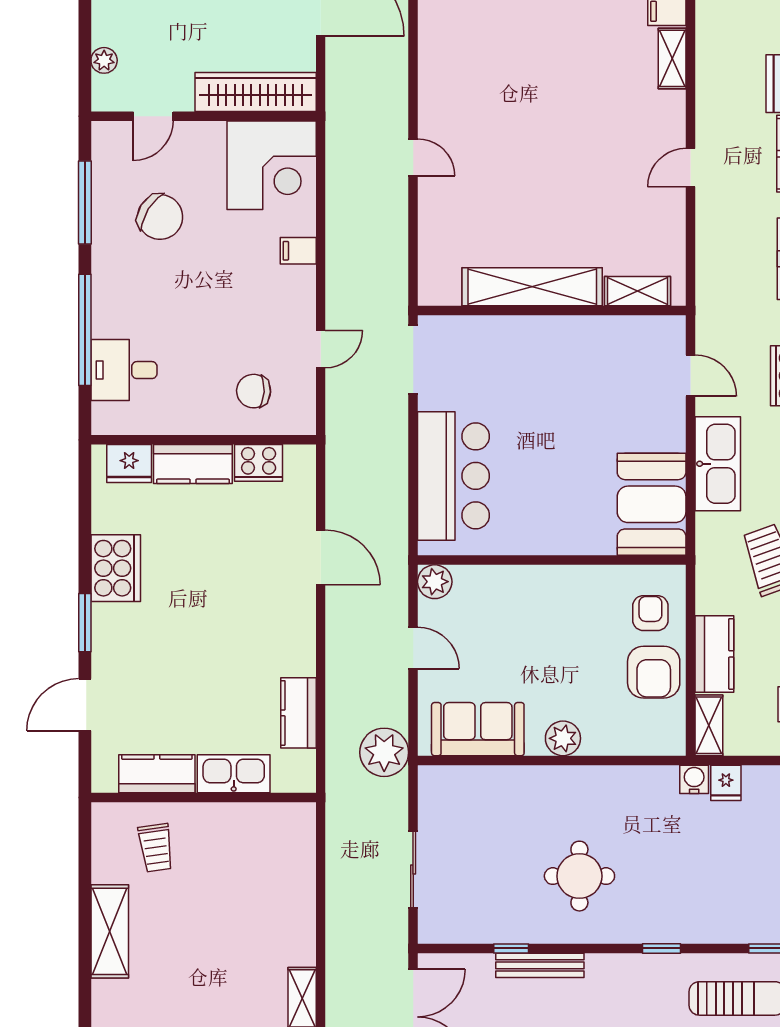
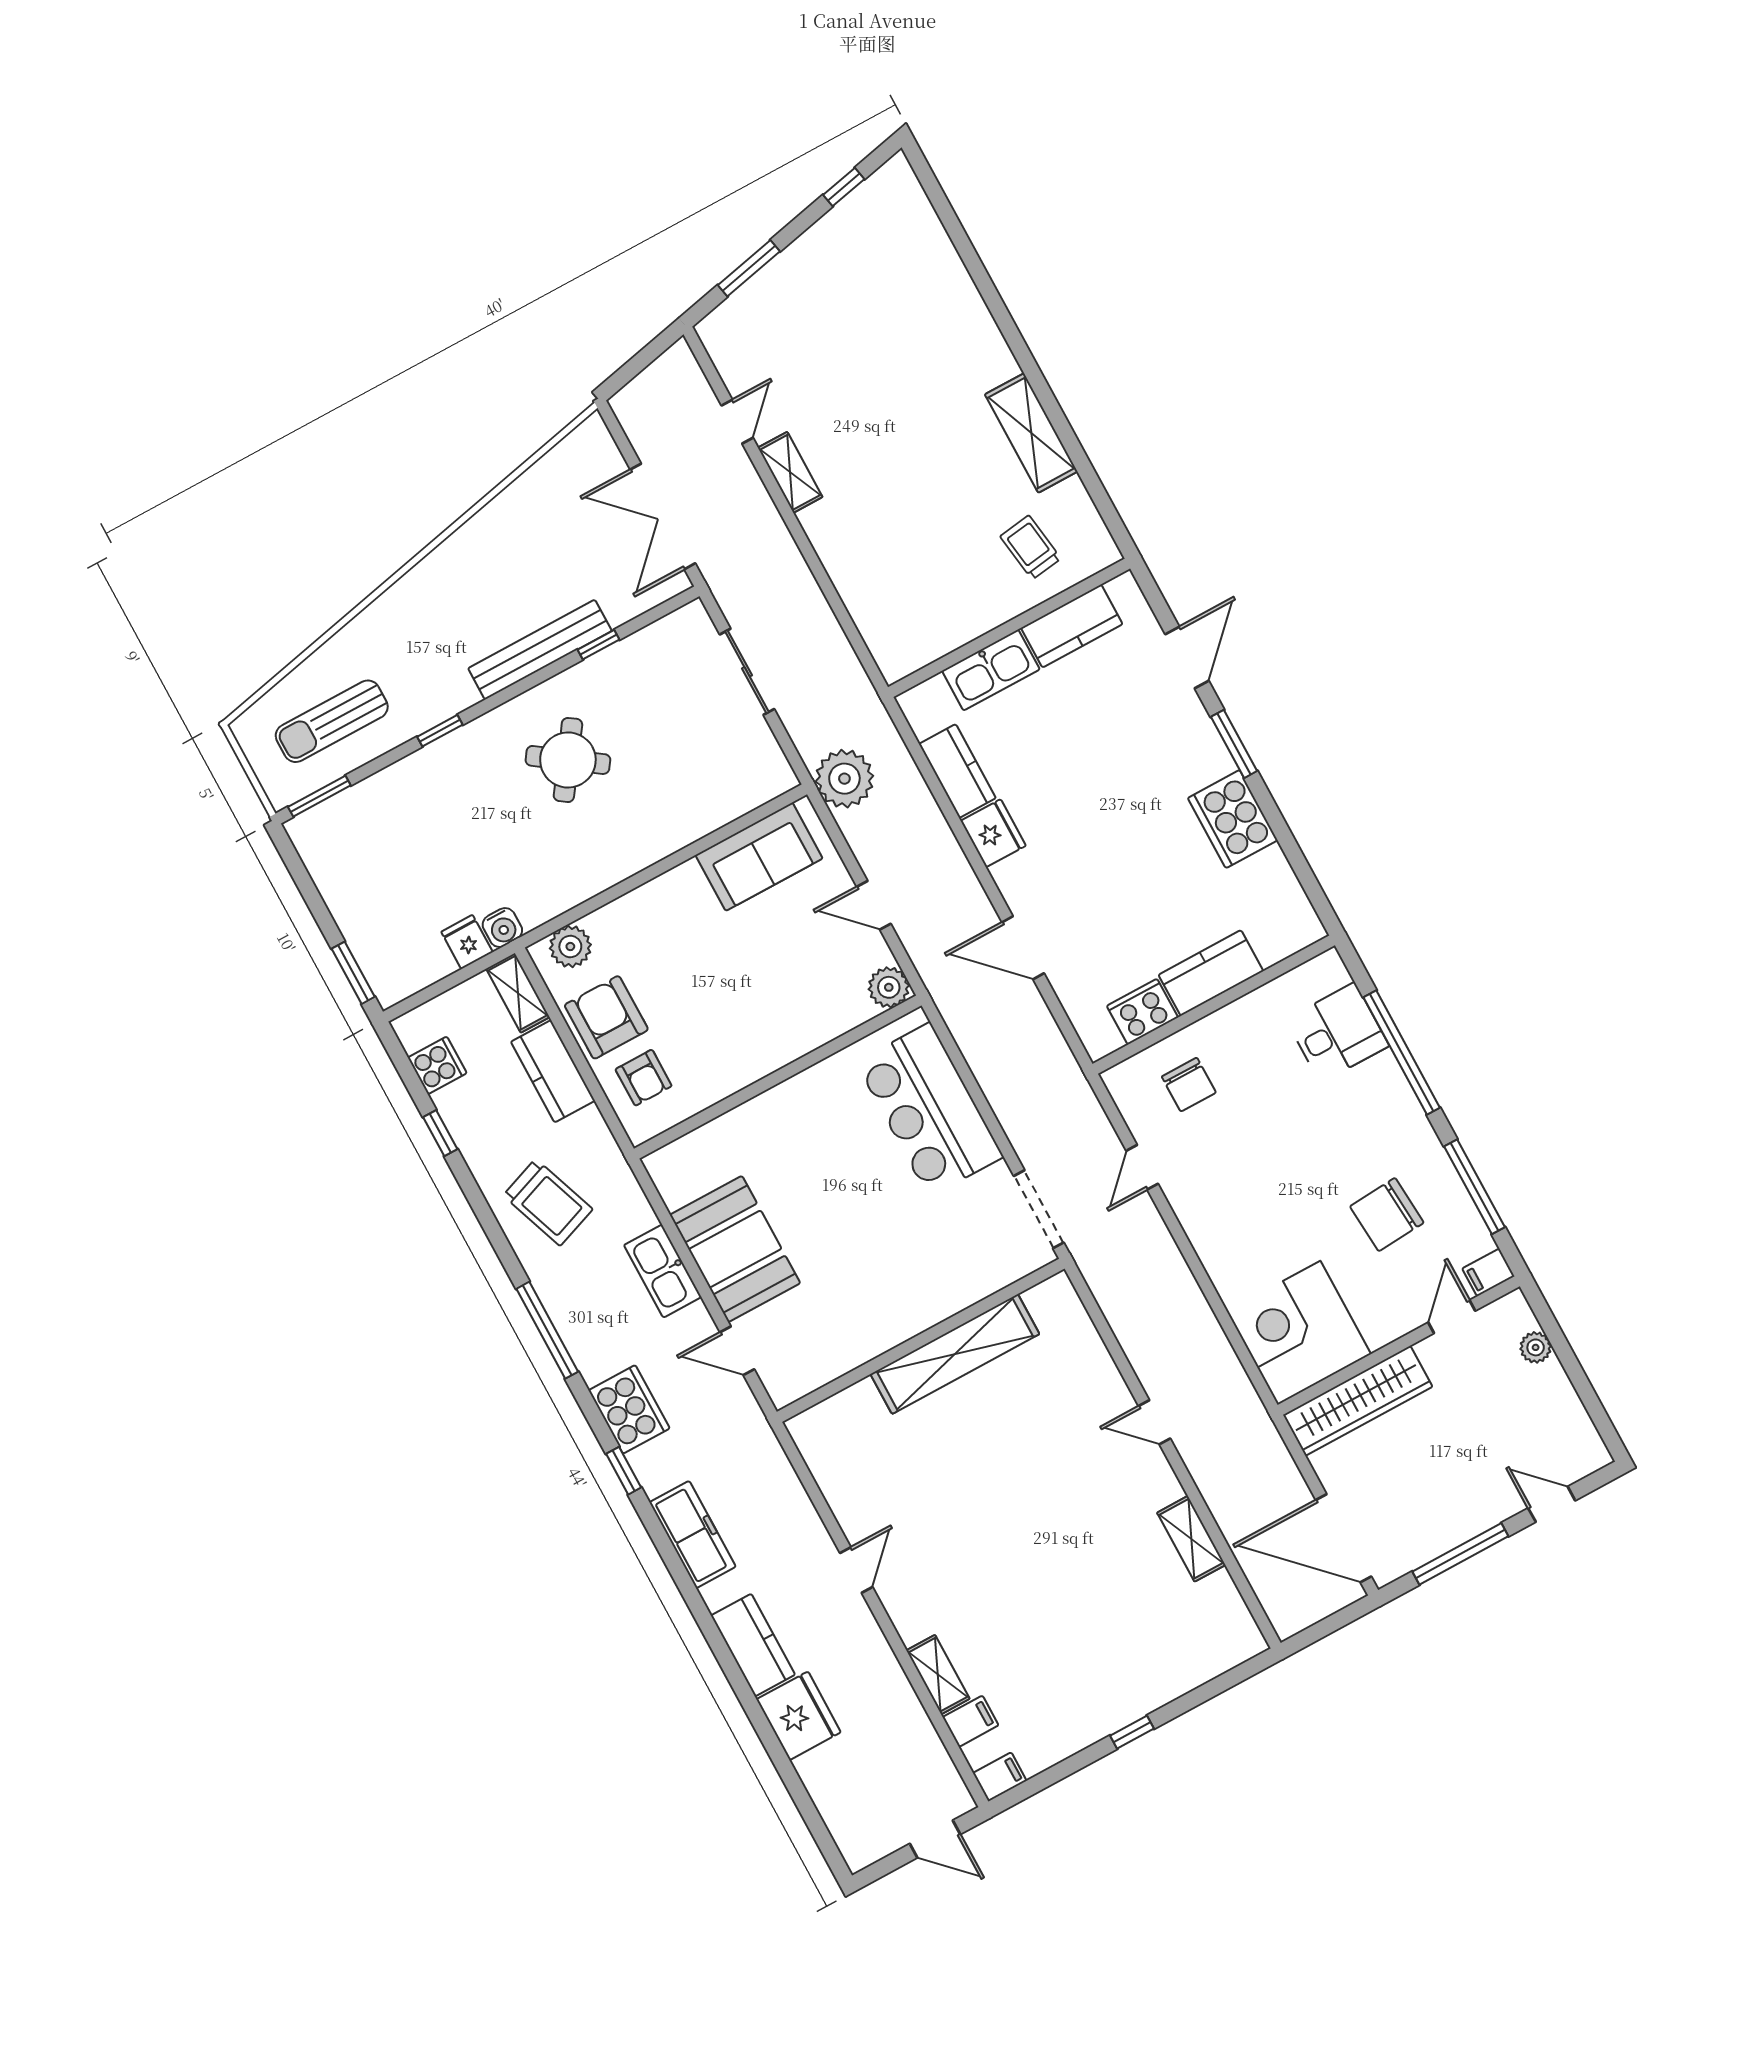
chair: (160, 217) -> (1387, 1215), turned -36
filing cabinet: (298, 251) -> (1488, 1272), moved, turned 180
shelving: (637, 291) -> (1191, 1539), moved, turned 90
chair: (254, 391) -> (1189, 1085), turned 87
fridge: (129, 464) -> (993, 833), moved, turned 90
kitchen sink: (718, 464) -> (663, 1271), width x0.73, depth x0.81
booth: (652, 504) -> (735, 1249), moved
plant: (563, 738) -> (570, 946), moved
round table: (579, 876) -> (568, 760), turned 35
bench: (540, 965) -> (540, 650), width x1.37, depth x1.21

